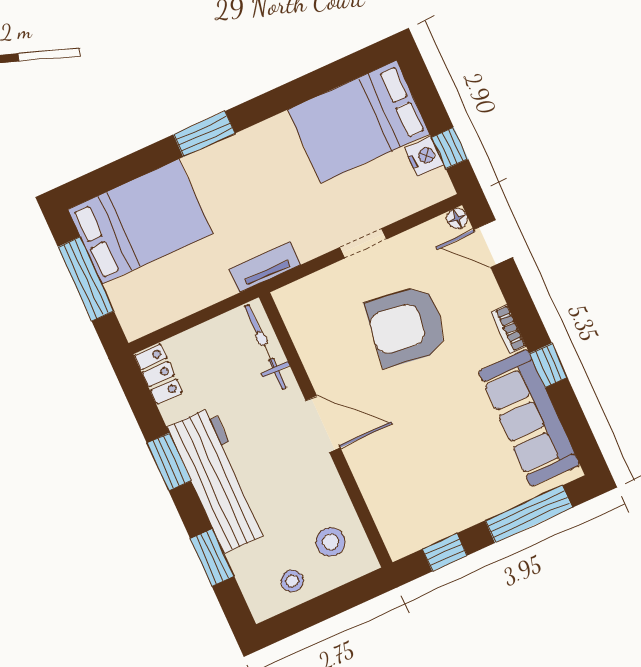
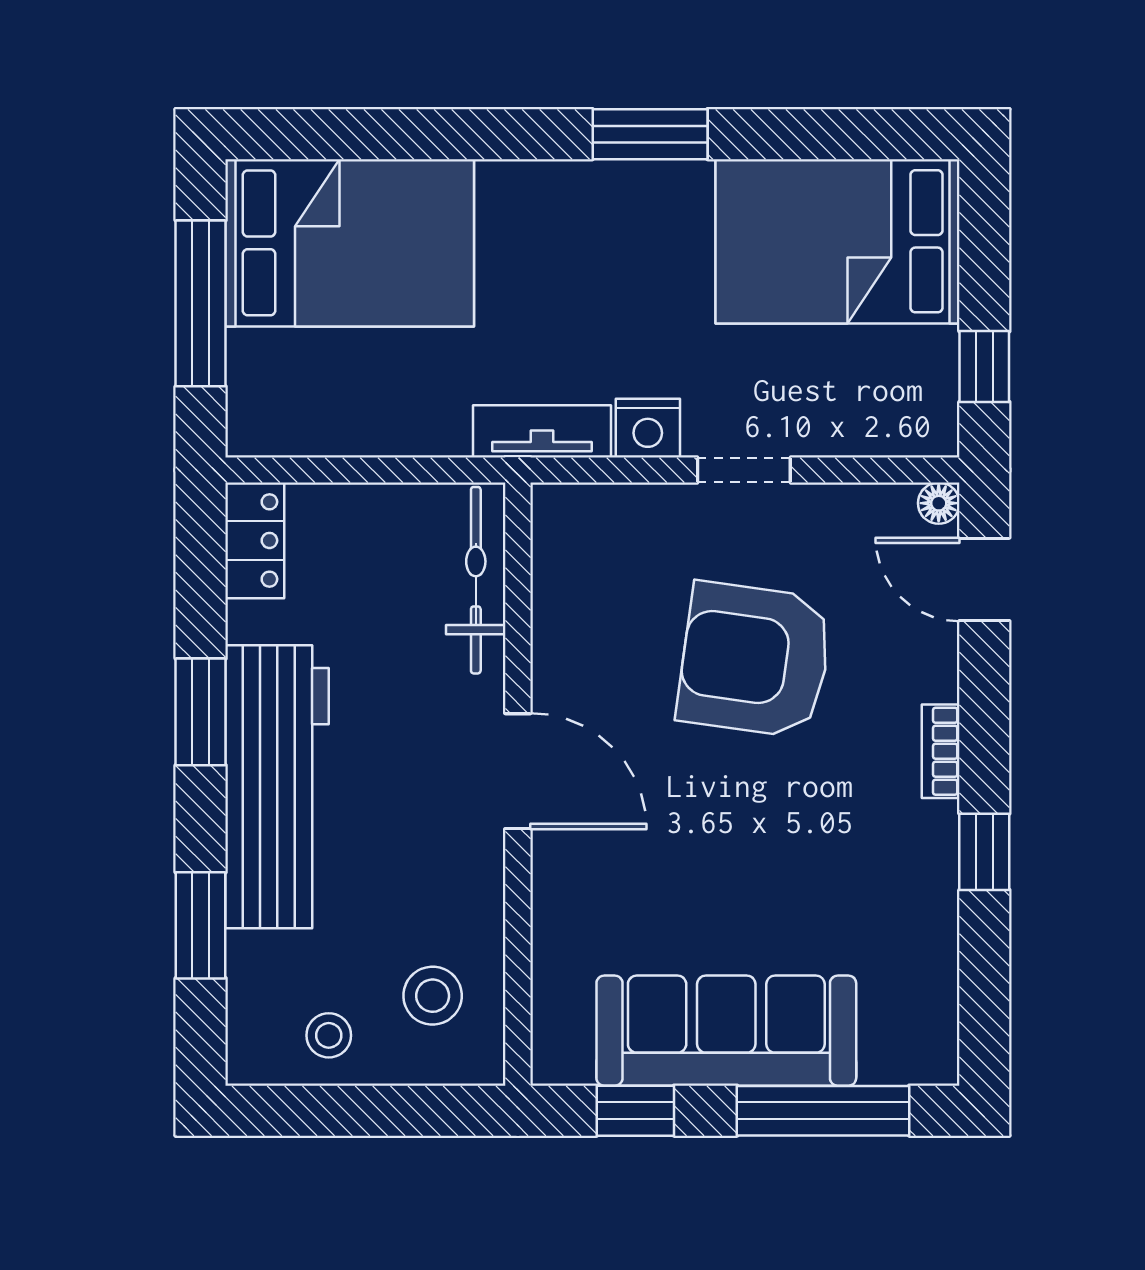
window: (204, 134) -> (650, 134), moved
nightstand: (424, 156) -> (648, 428), moved, turned 90
sofa: (529, 418) -> (726, 1031), moved, turned 90

